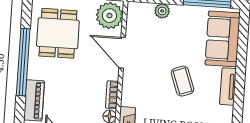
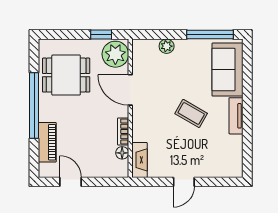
dining table: (58, 33) -> (66, 75), turned 90
coffee table: (182, 81) -> (191, 113), turned -40

